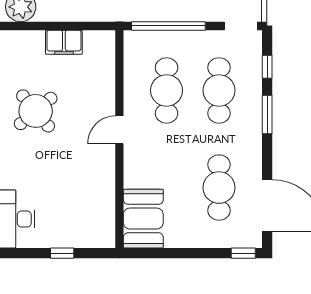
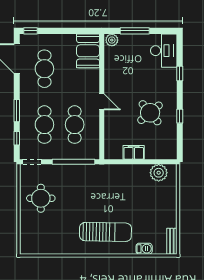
door: (119, 130) -> (102, 102), hinge flipped
plant: (102, 237) -> (112, 40), added
window: (62, 253) -> (135, 31), width x2.17

